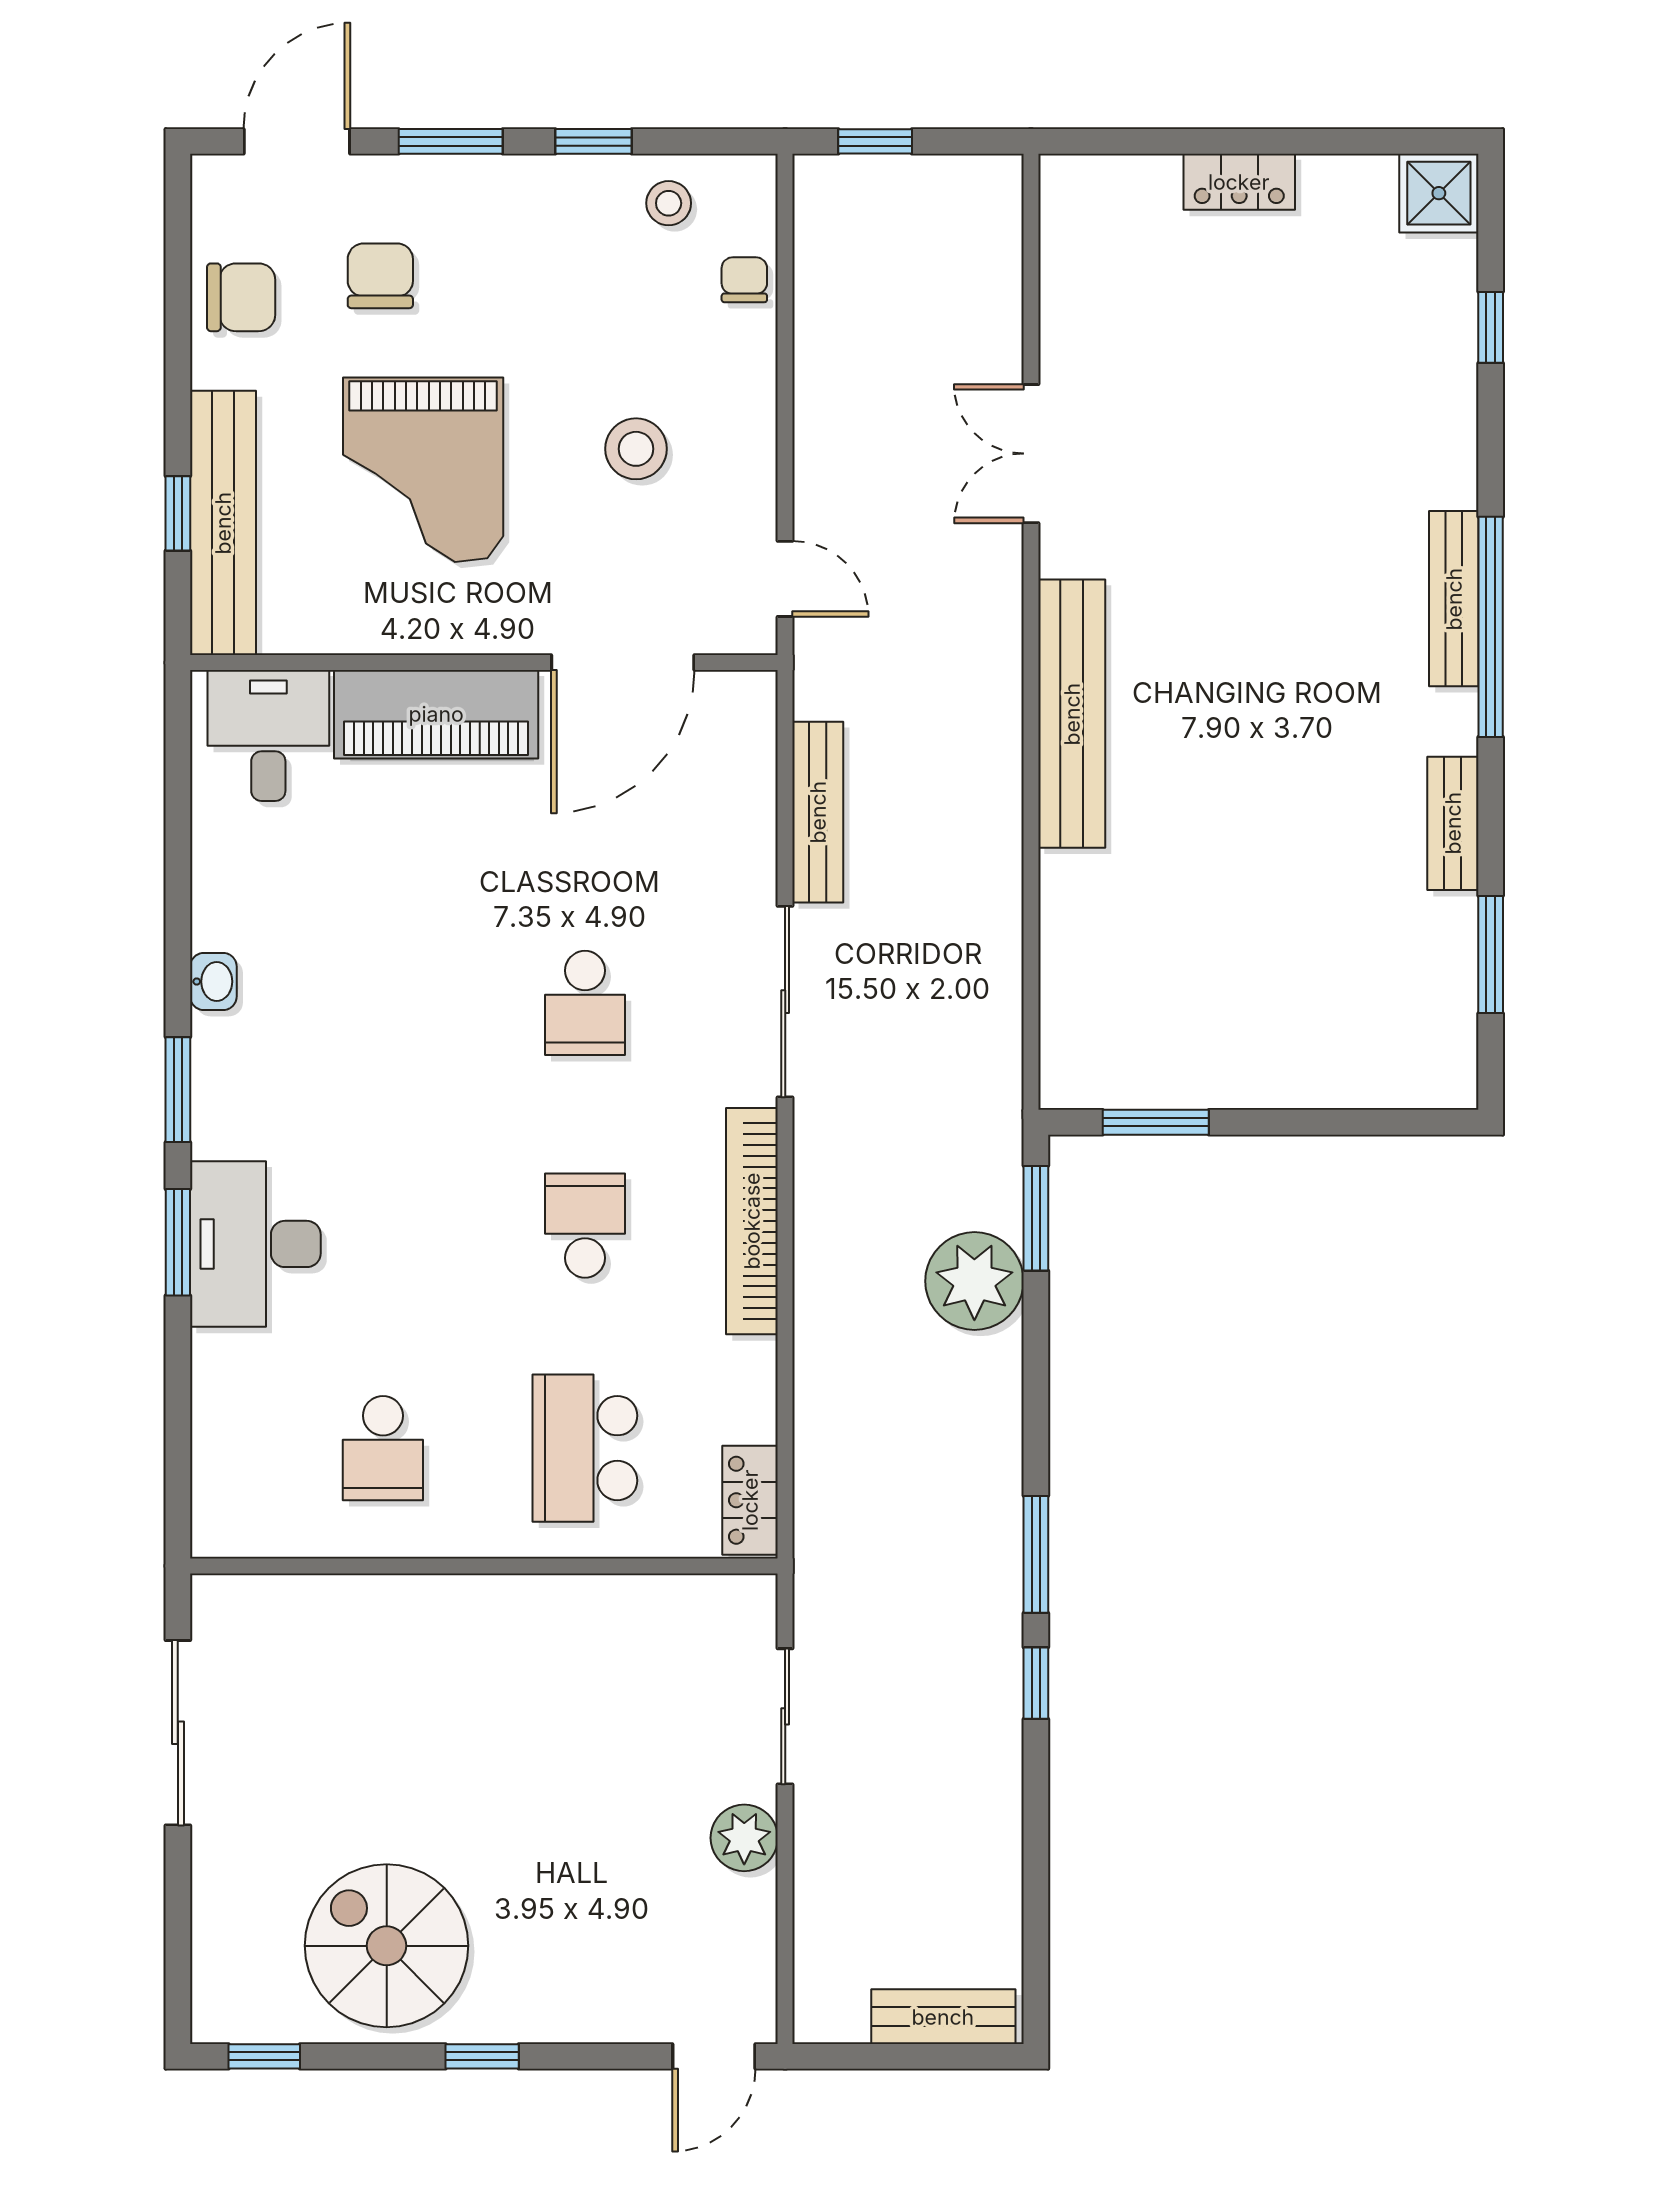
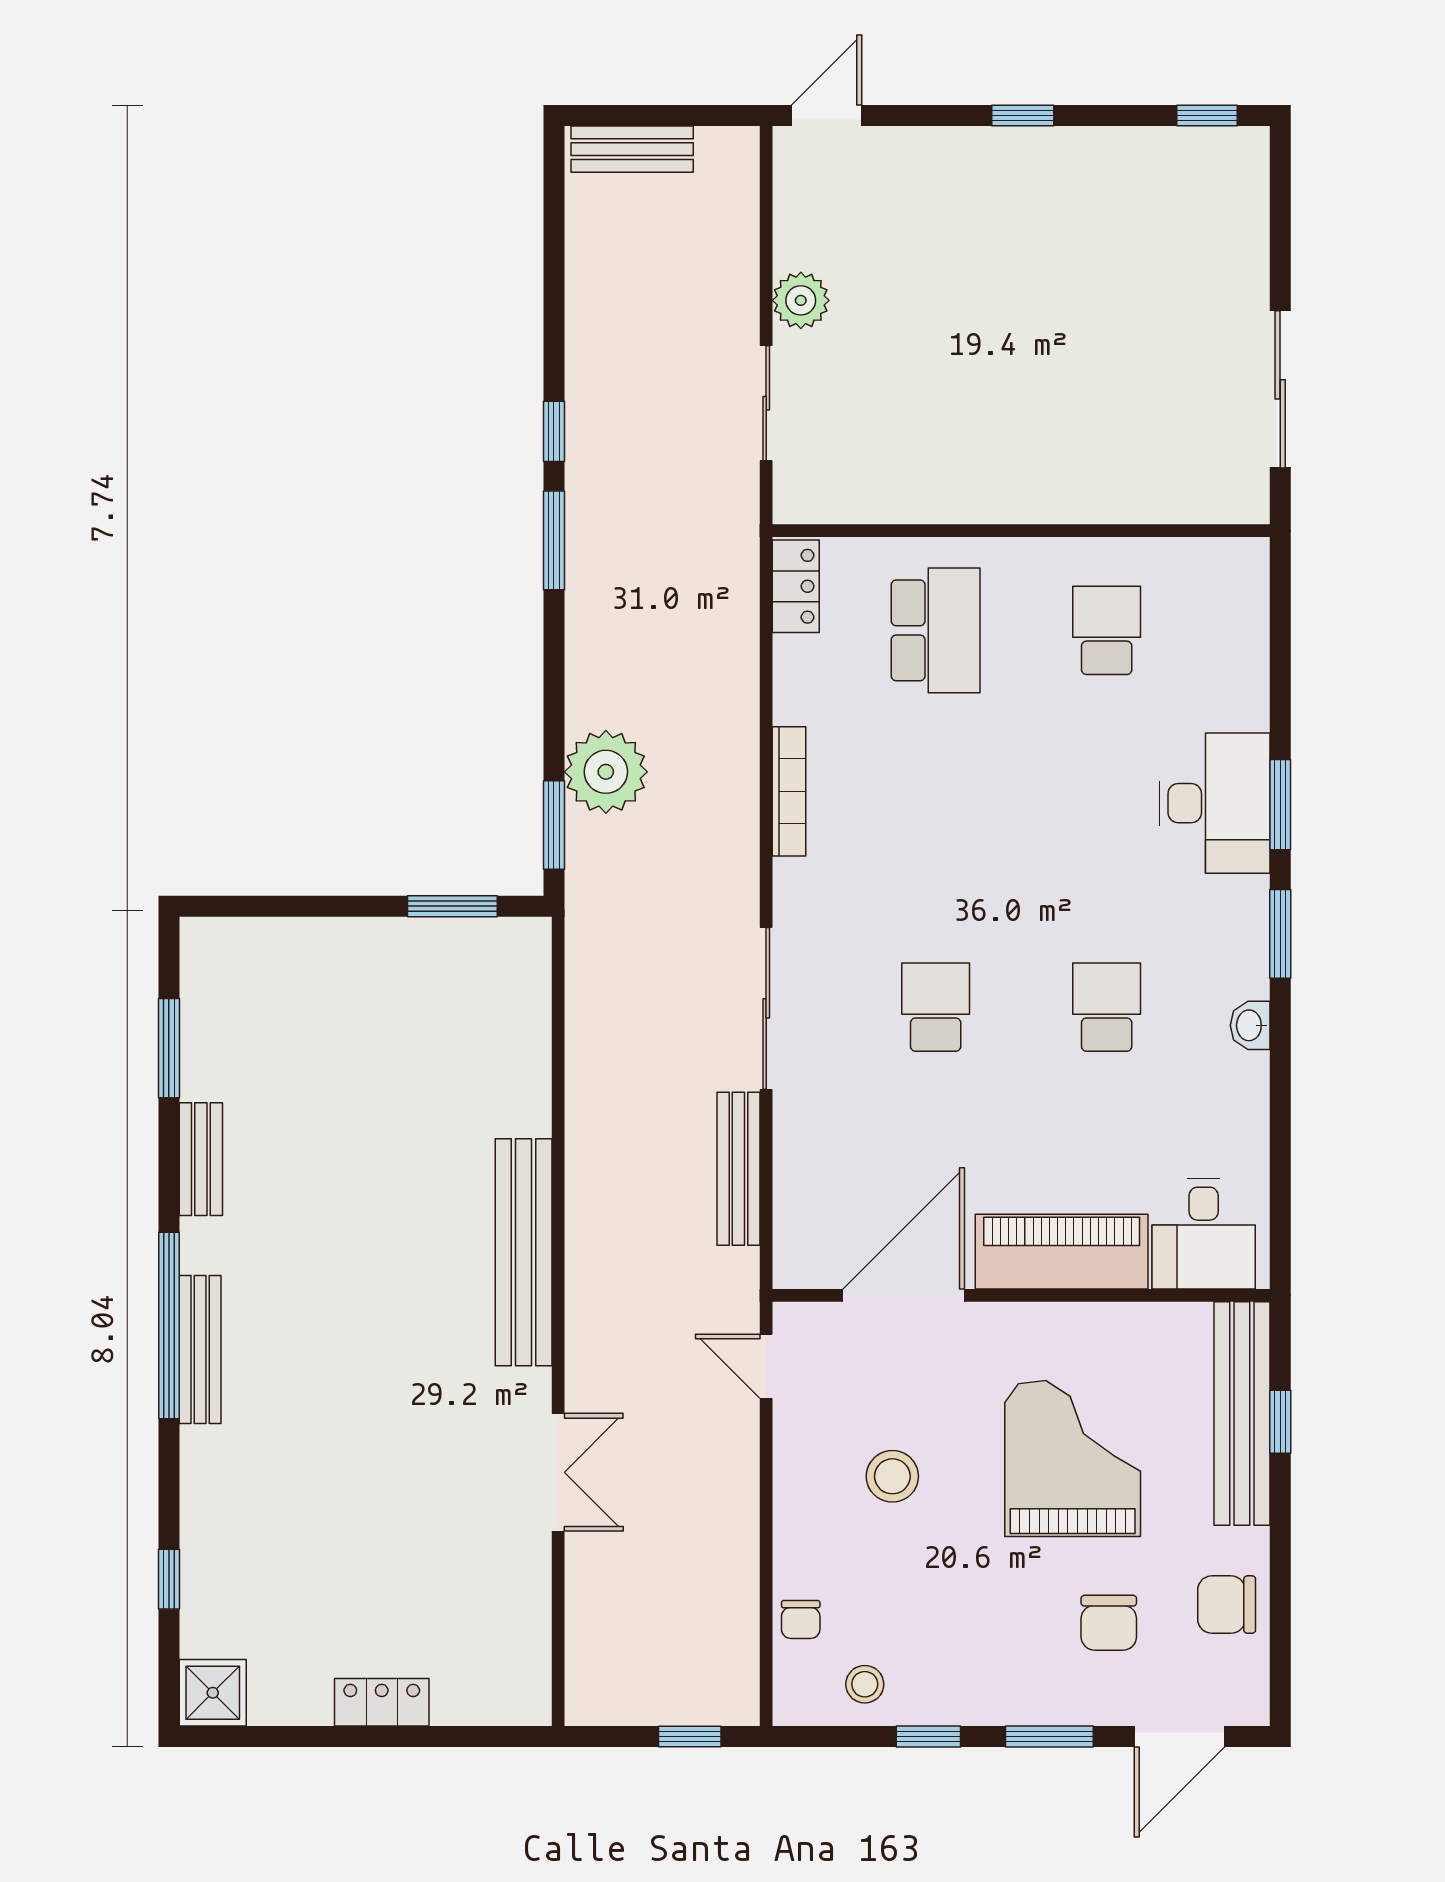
bookcase: (752, 1221) -> (789, 791), width x0.68, depth x0.76
school desk: (585, 1226) -> (1107, 1007), moved, turned 180
spiral stairs: (387, 1946) -> (1104, 209), removed

